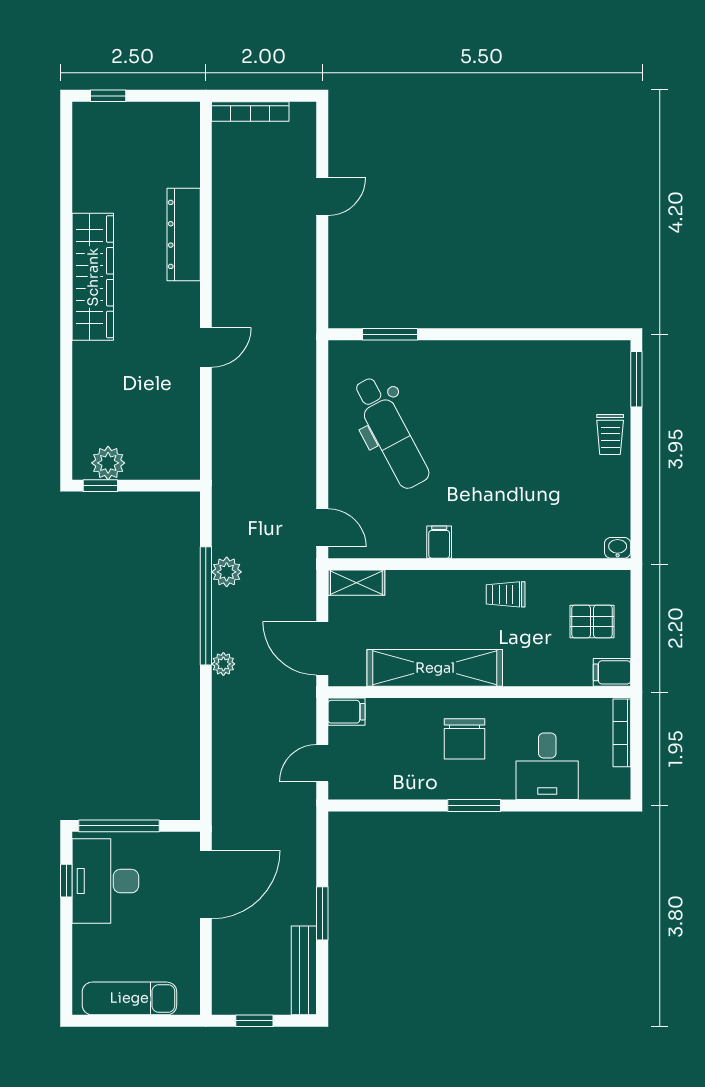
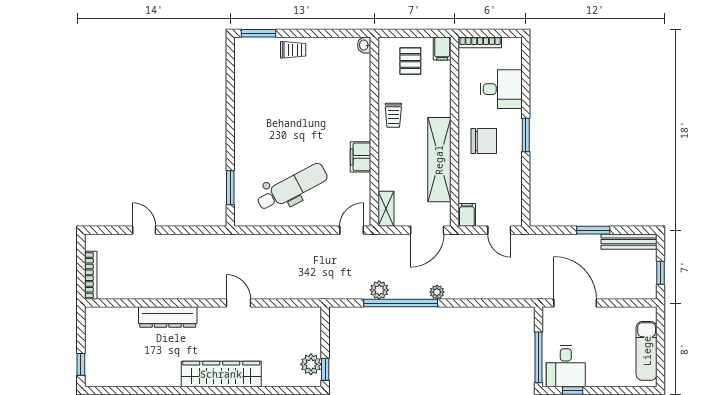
wardrobe: (93, 277) -> (221, 374), moved
filing cabinet: (439, 542) -> (361, 157), width x2.00
desk: (105, 881) -> (566, 366), width x0.73

